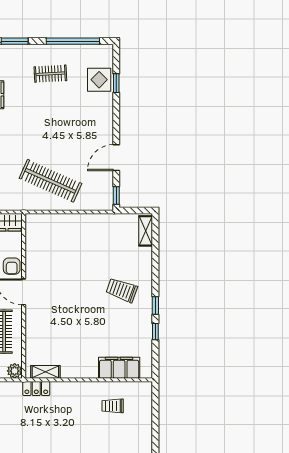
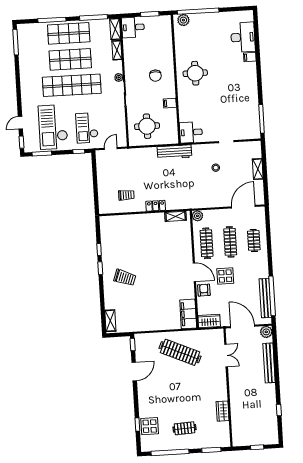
filing cabinet: (119, 368) -> (188, 314), moved, turned 90
locker: (36, 388) -> (156, 206), moved

